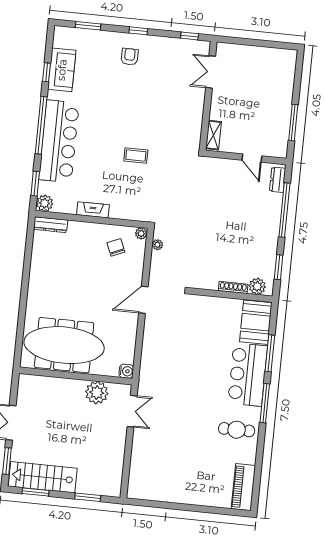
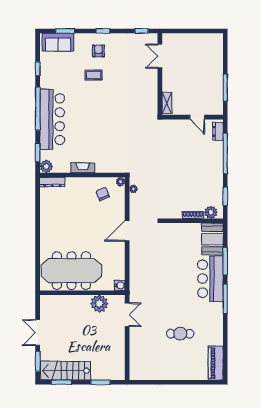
sofa: (62, 70) -> (58, 42), moved, turned 90
coffee table: (136, 156) -> (94, 75), moved
cafe table: (237, 430) -> (180, 334), moved

